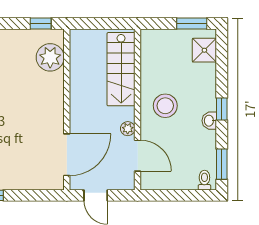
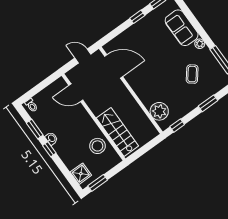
stool: (165, 106) -> (97, 146), moved
plant: (128, 129) -> (91, 103), removed
door: (67, 155) -> (114, 66), swing flipped
window: (222, 164) -> (35, 129), moved

